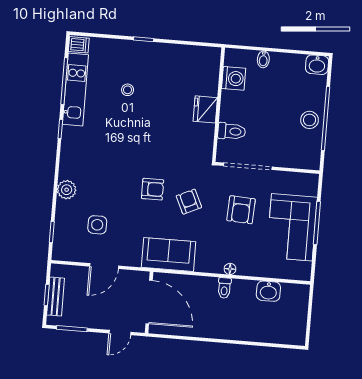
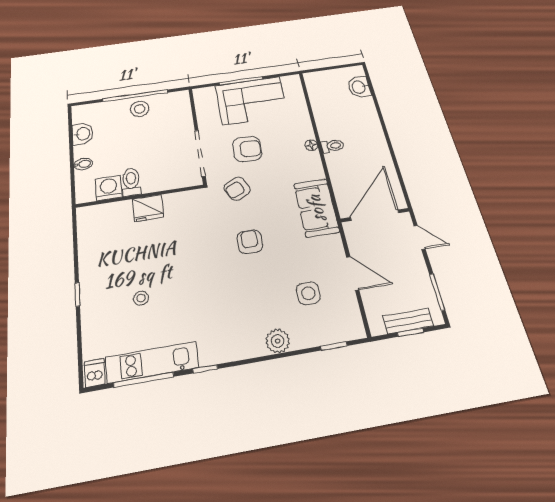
washbasin: (317, 65) -> (83, 134), moved
toilet: (232, 131) -> (131, 182), moved
armchair: (189, 202) -> (237, 189), moved
washbasin: (268, 291) -> (359, 87), moved, turned 180

